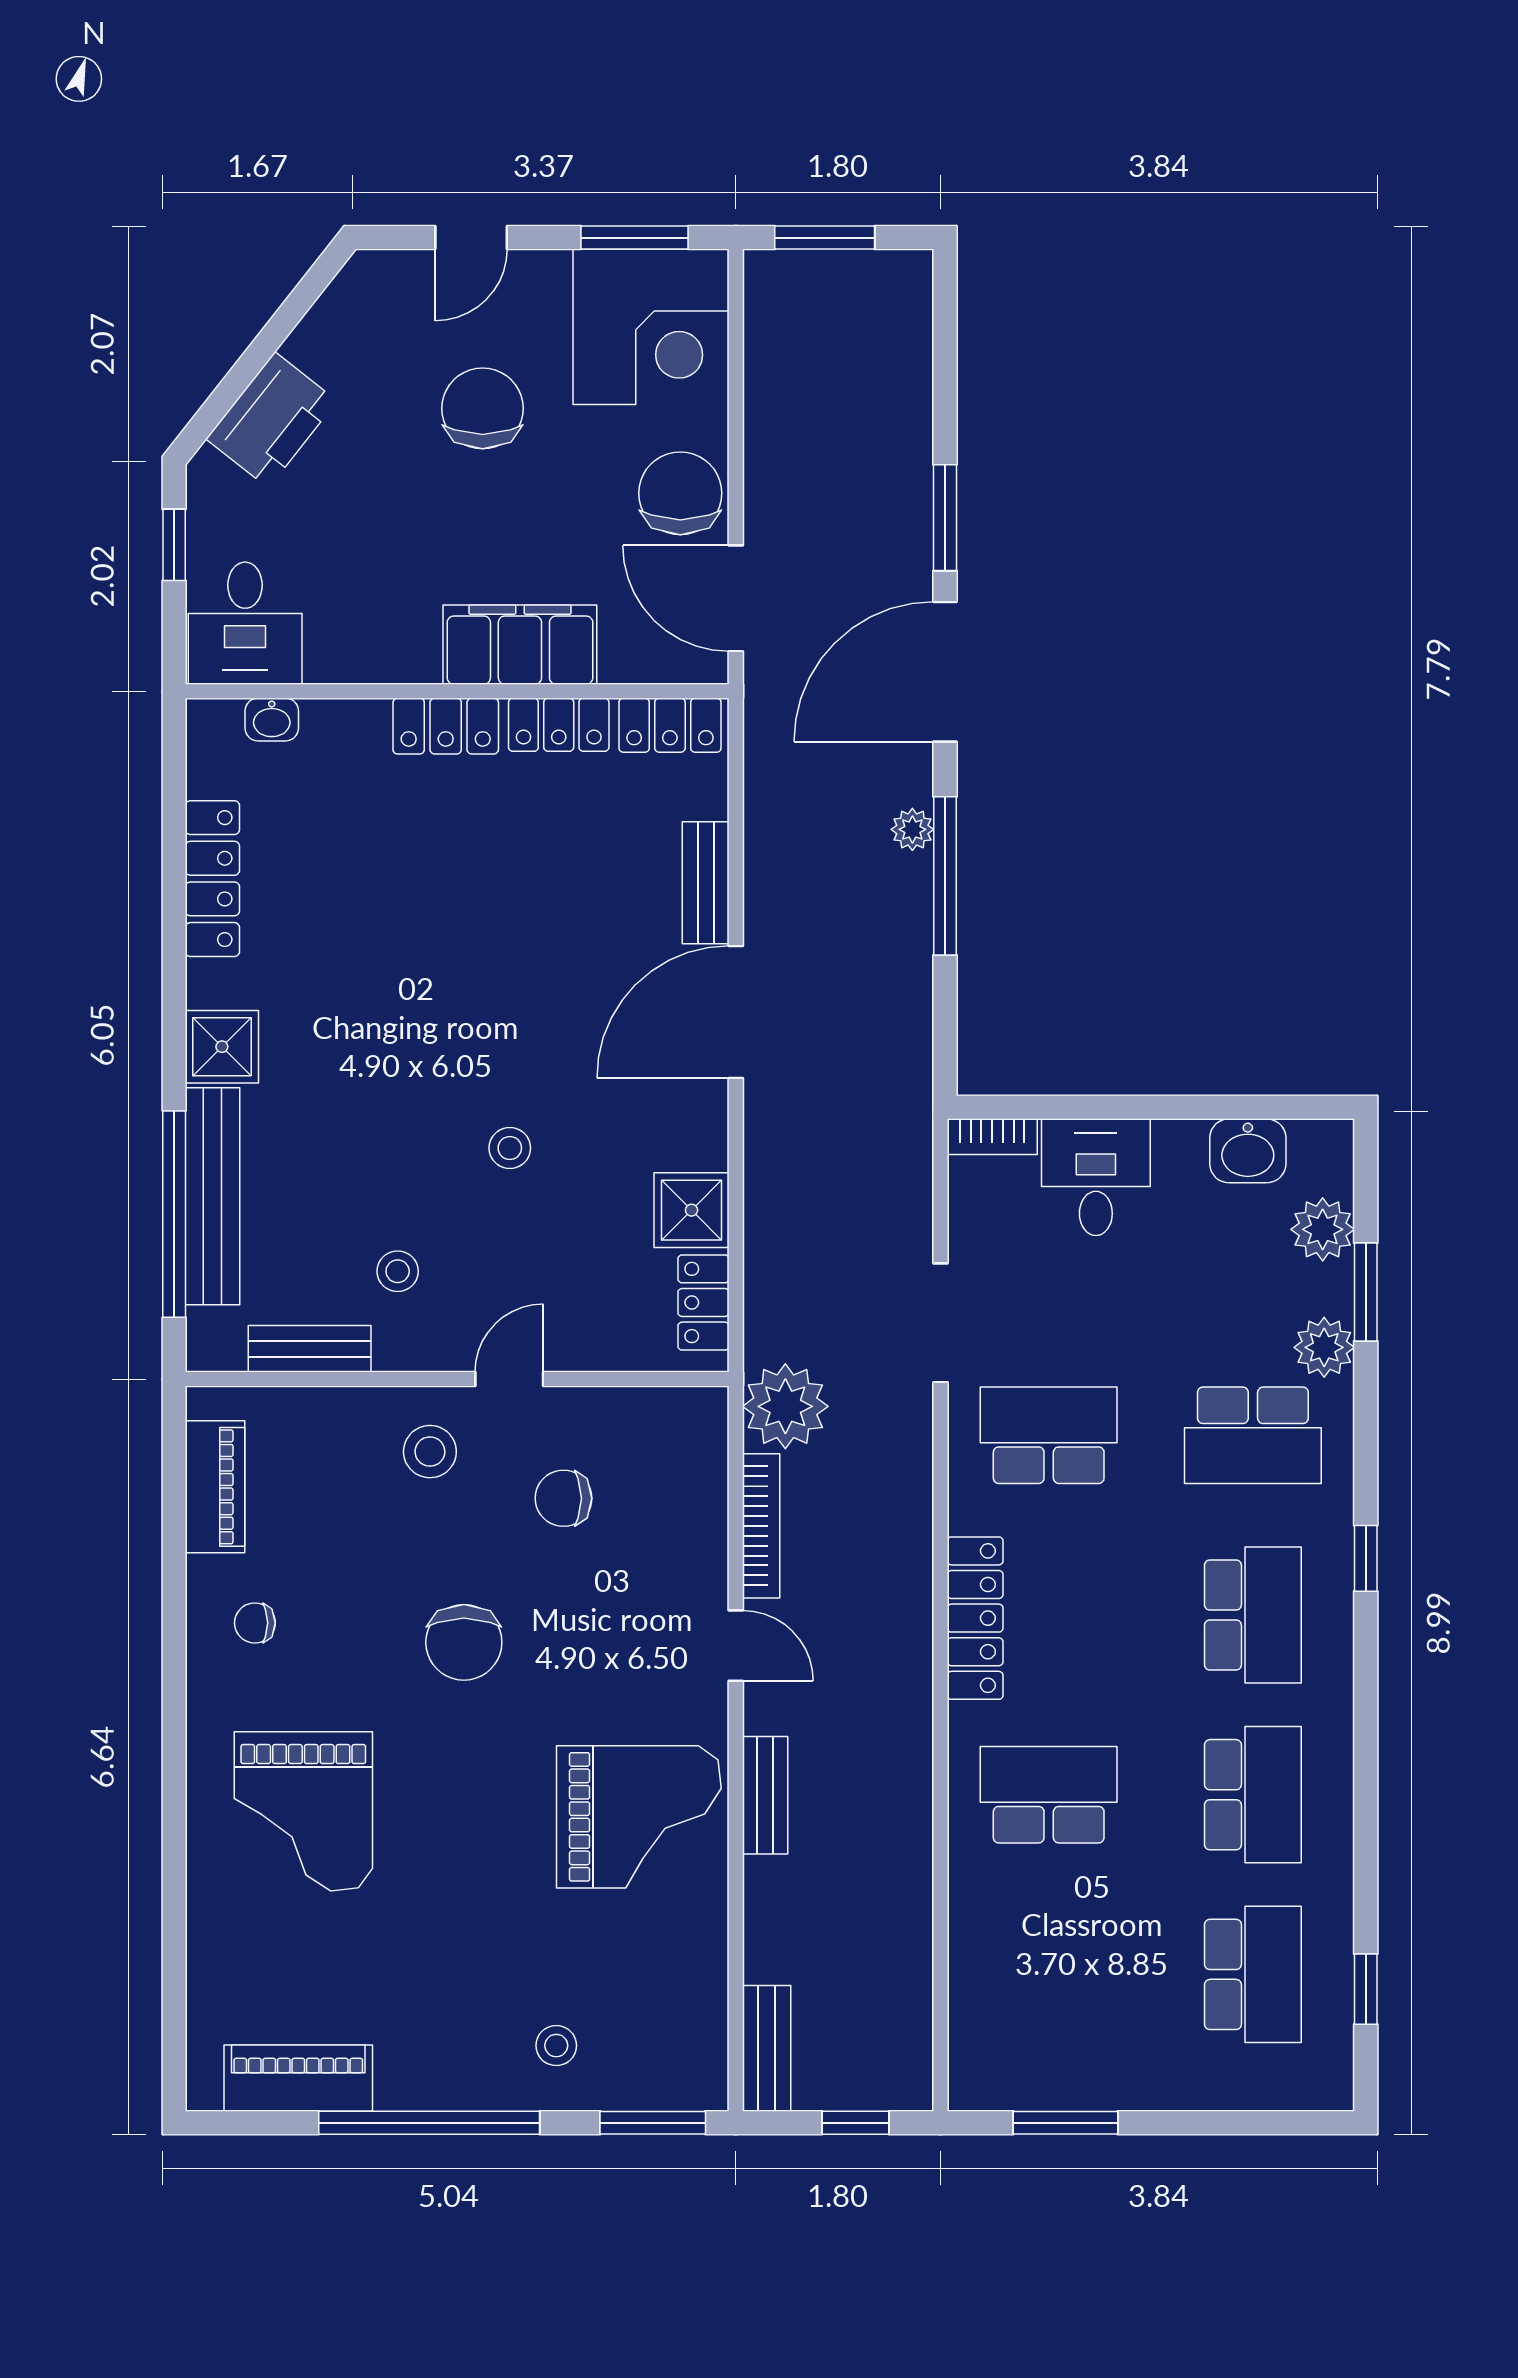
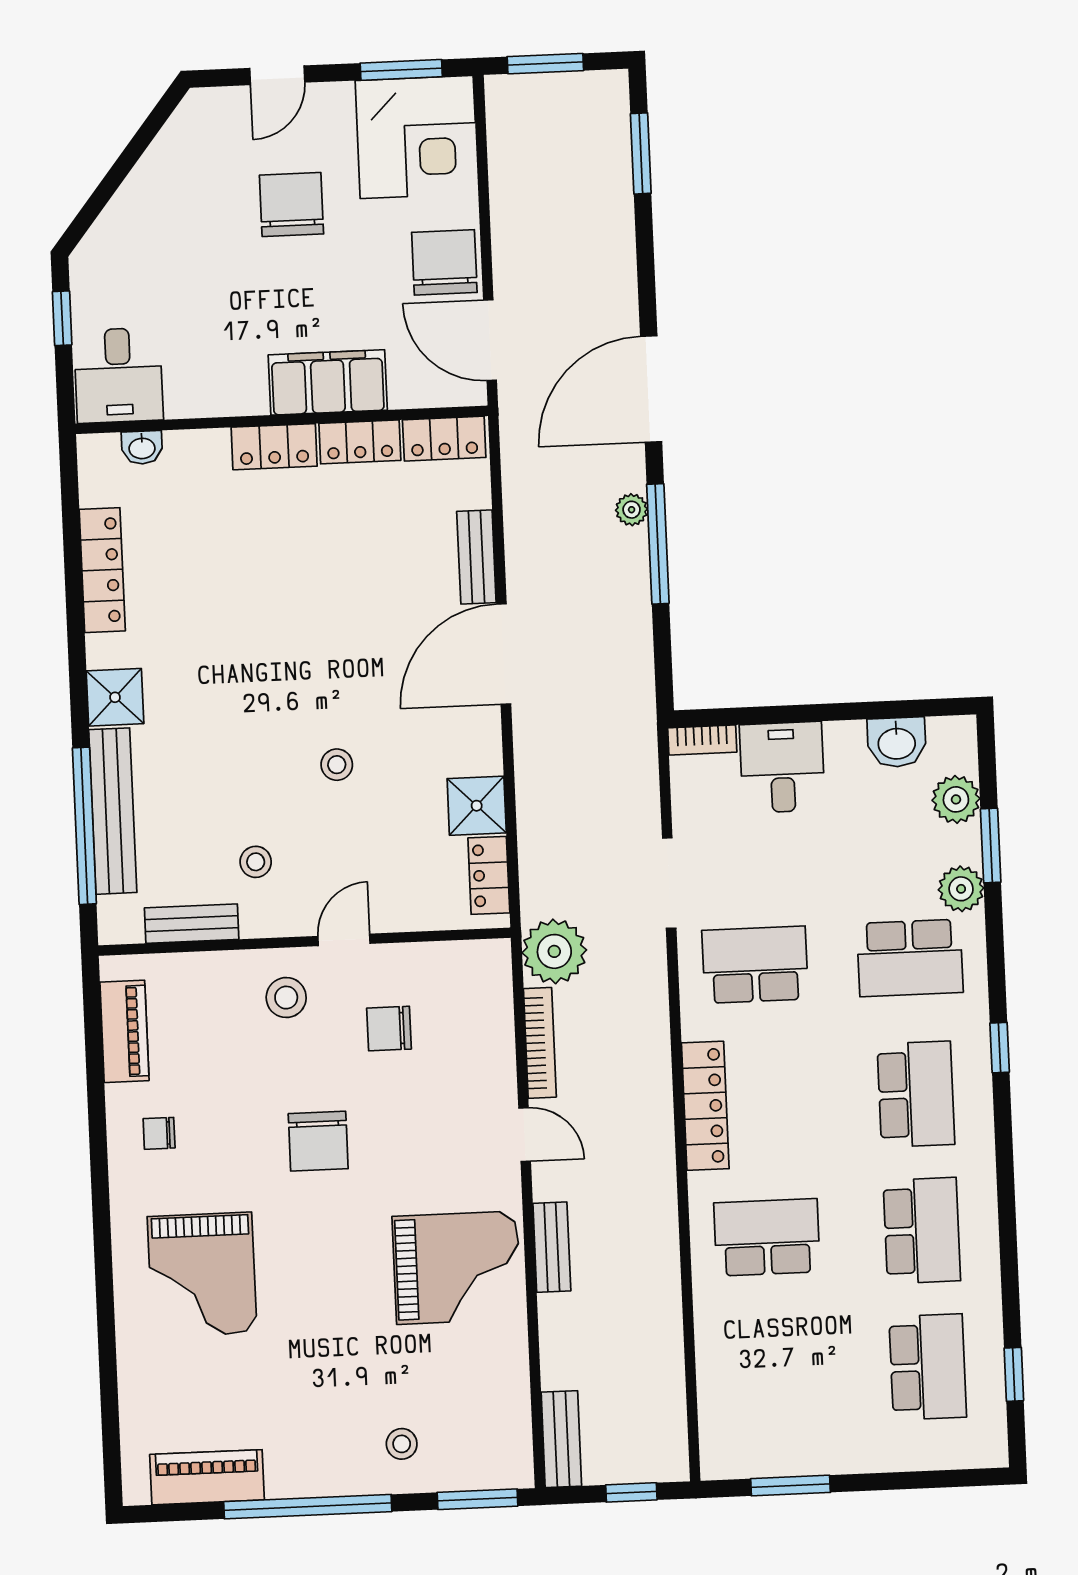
printer: (272, 420) -> (132, 220), removed
window: (945, 518) -> (641, 153), moved

